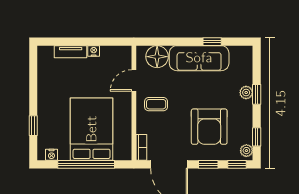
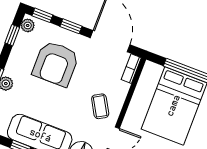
coffee table: (156, 104) -> (100, 106), turned 60
armchair: (209, 127) -> (56, 64), turned 180

